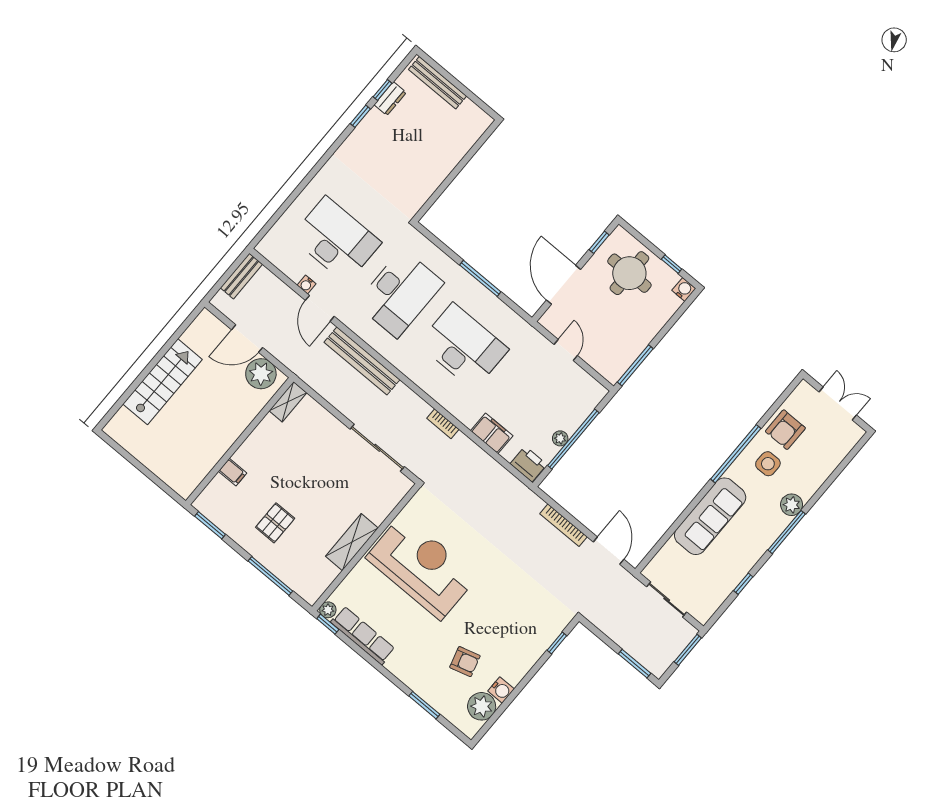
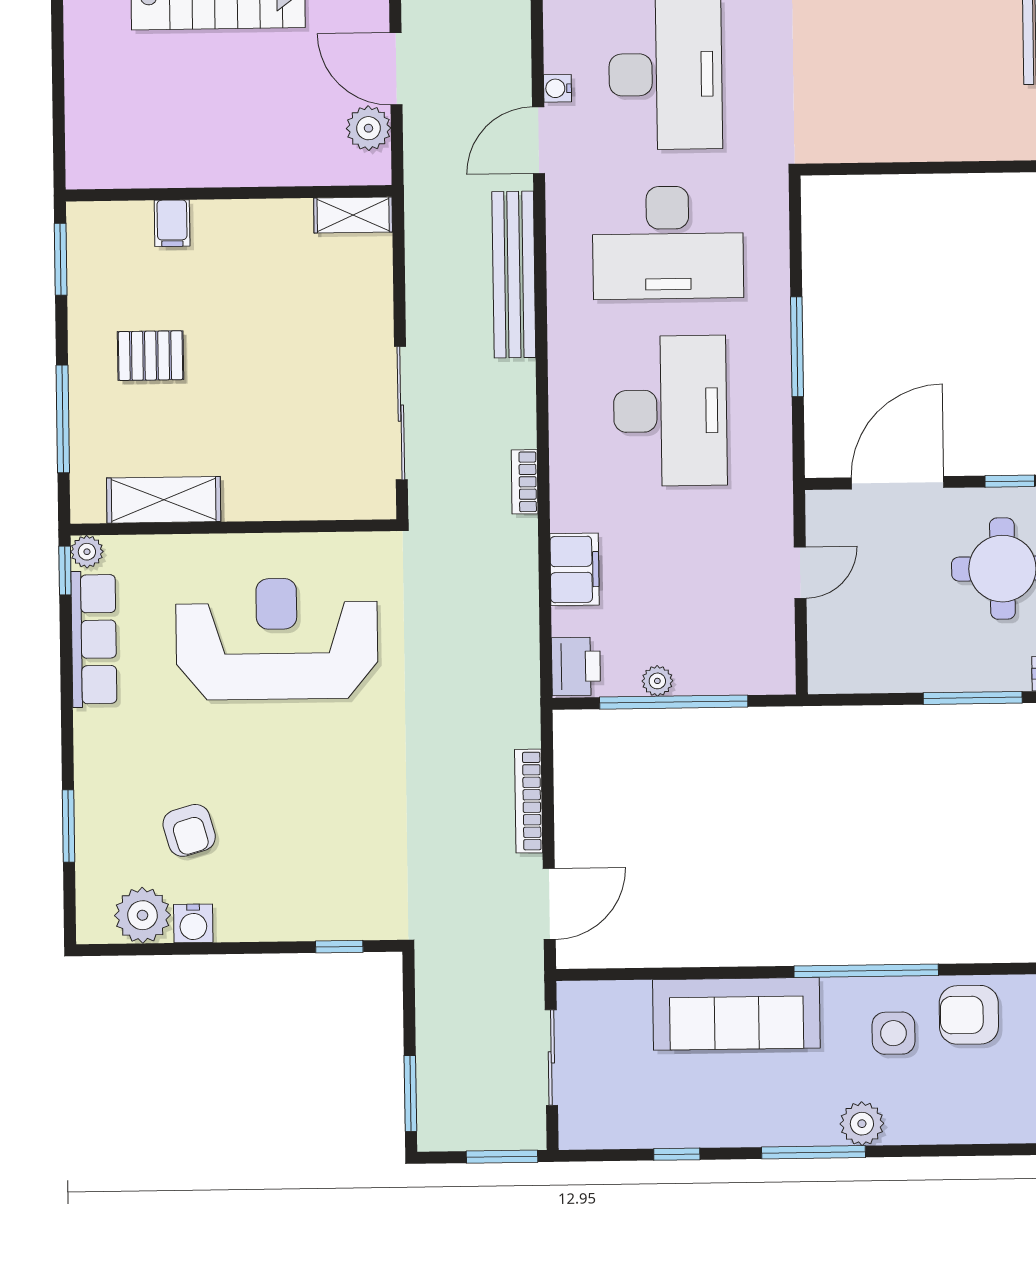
window: (635, 365) -> (973, 698), moved
plant: (261, 374) -> (368, 128), width x0.73, depth x0.73
shelving: (352, 542) -> (164, 500), moved
reception desk: (422, 567) -> (277, 639), turned -90

